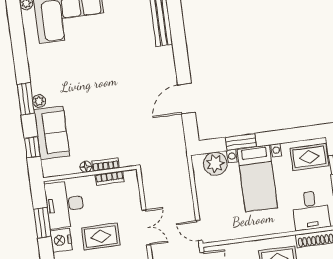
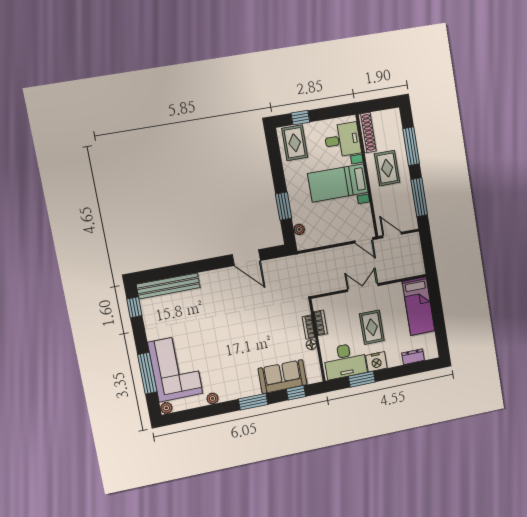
plant: (39, 101) -> (213, 398), moved
plant: (215, 164) -> (299, 229), width x0.53, depth x0.53
bed with nightstands: (257, 178) -> (338, 183), moved, turned 180
door: (199, 231) -> (364, 240), hinge flipped

